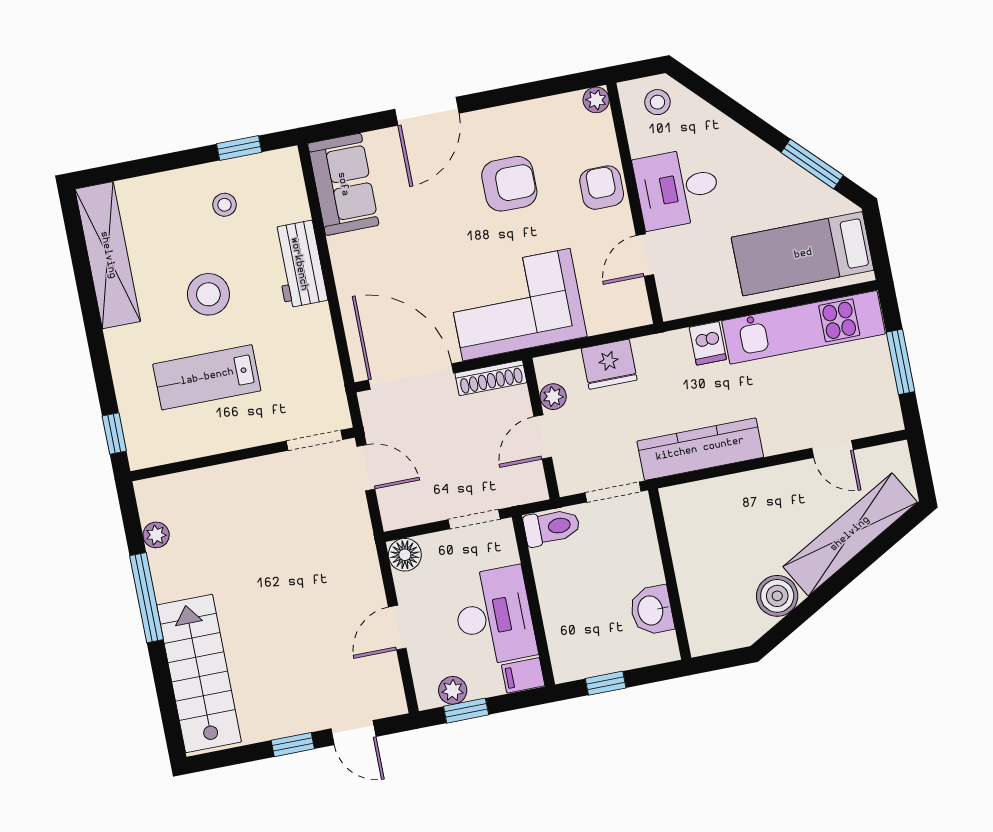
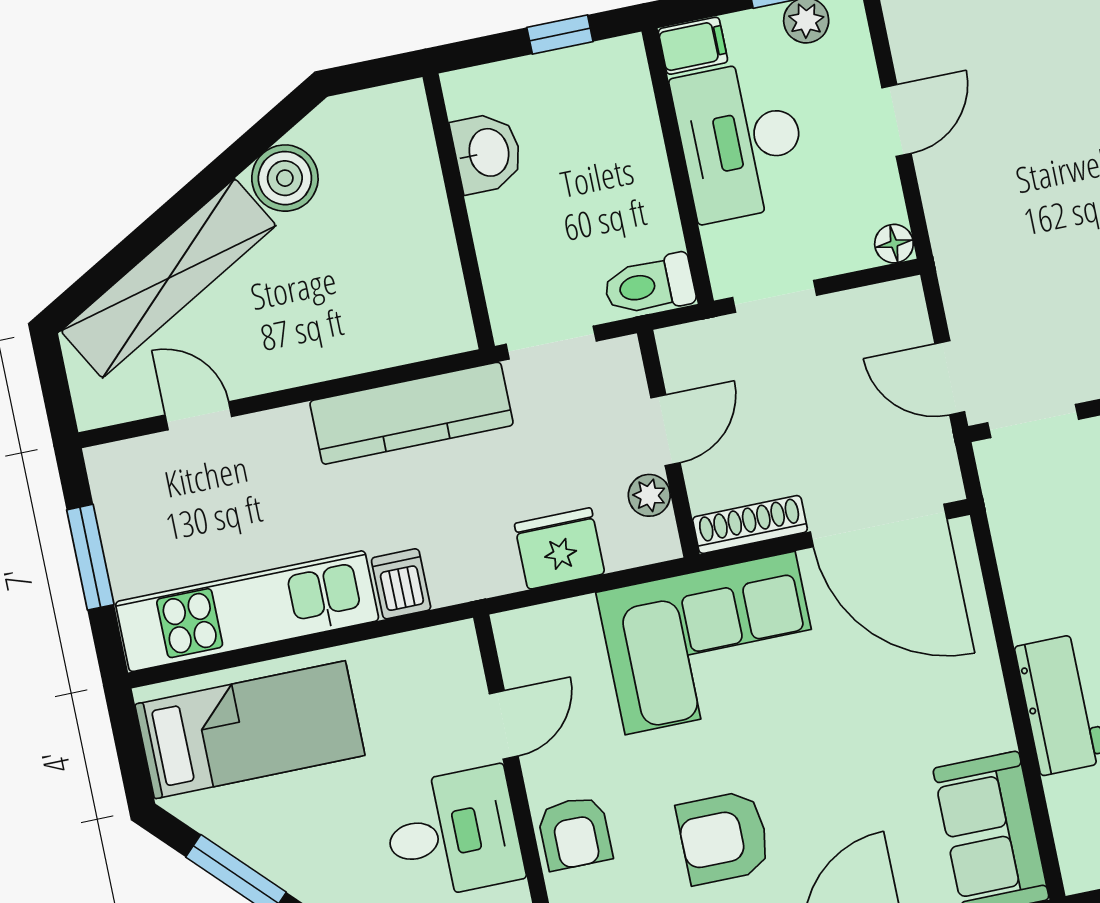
floor lamp: (405, 555) -> (894, 244), width x0.73, depth x0.73

